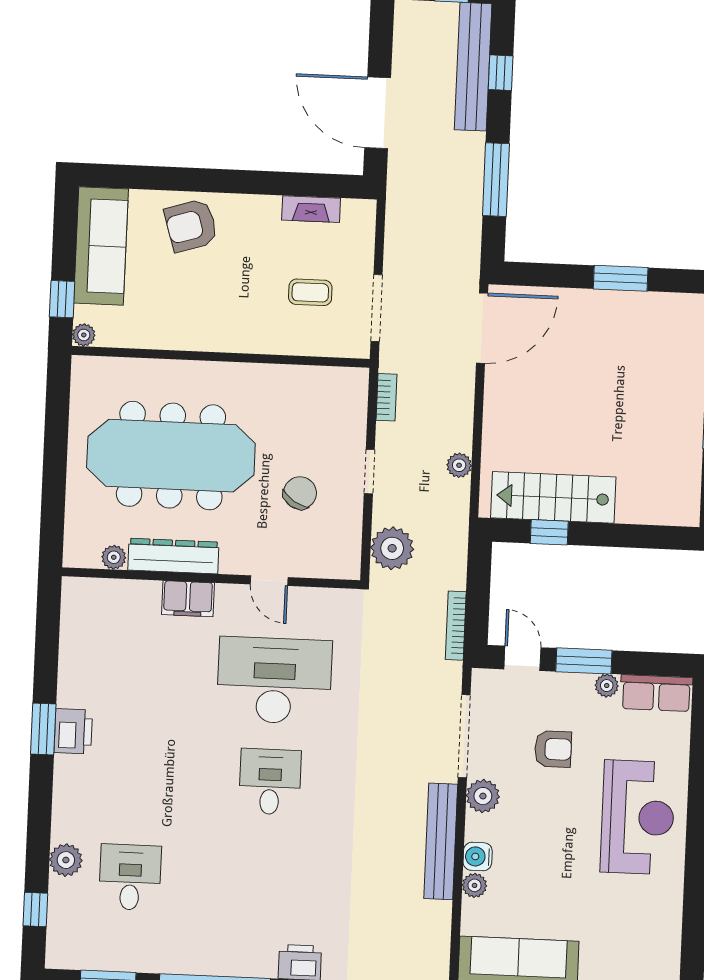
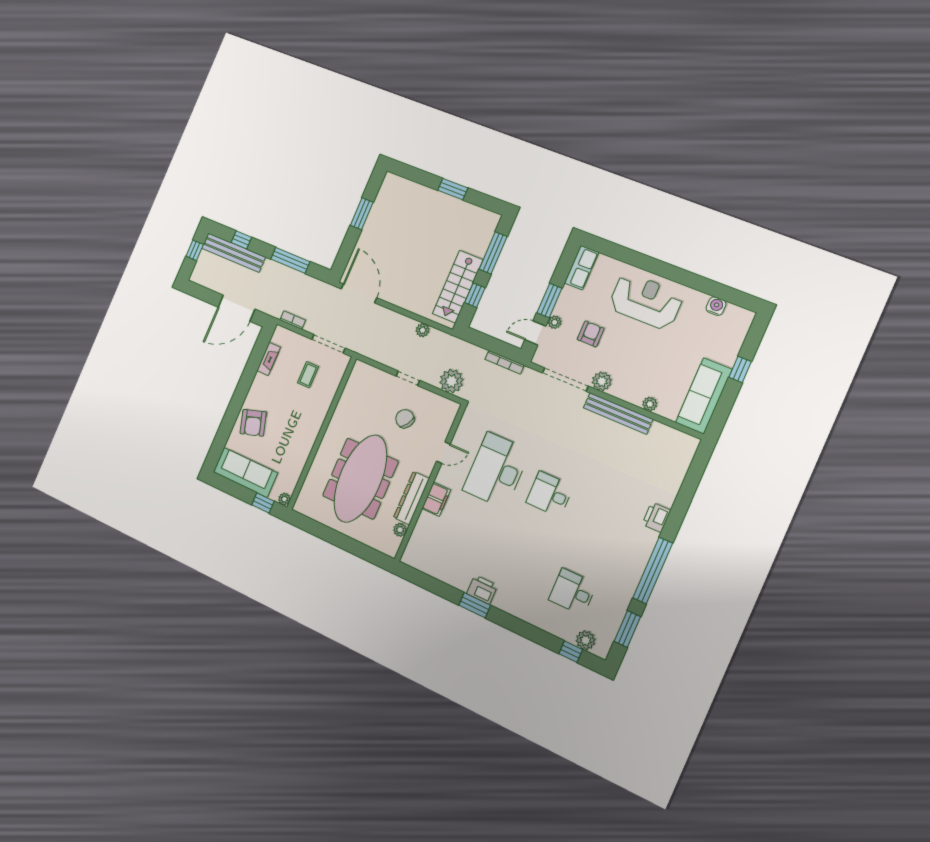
bookcase: (386, 397) -> (293, 320), moved
window: (631, 536) -> (493, 253), added
plant: (607, 686) -> (555, 322), moved
water cooler: (478, 857) -> (716, 306), moved, turned 180
plant: (66, 860) -> (586, 640), moved

